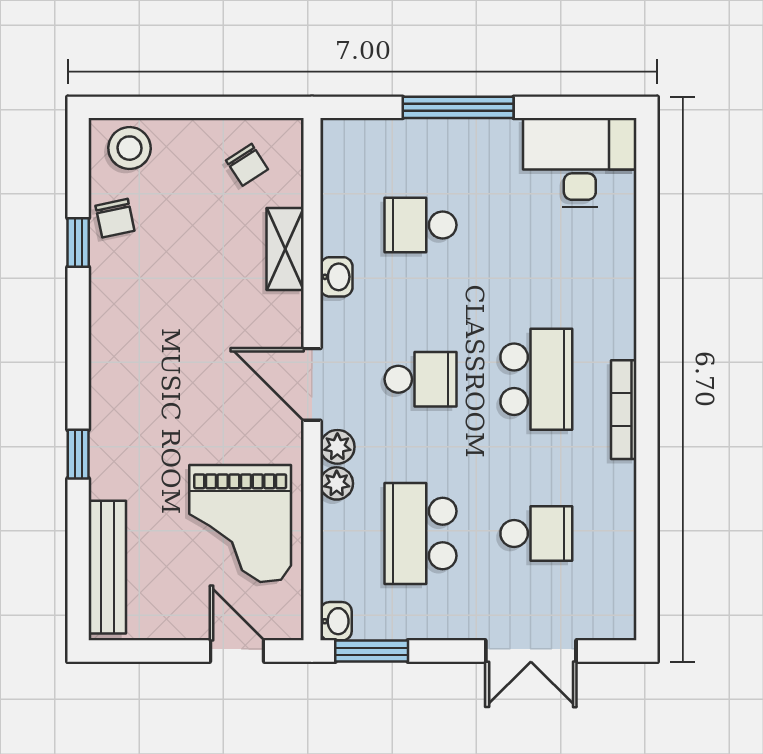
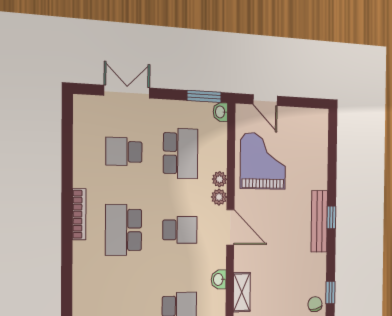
school desk: (420, 379) -> (180, 230), turned 180
window: (78, 454) -> (331, 217), moved
bench: (107, 567) -> (319, 221), moved

